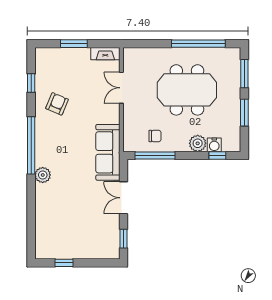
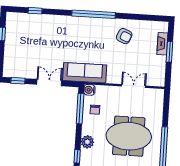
fireplace: (105, 54) -> (162, 44), moved
window: (31, 83) -> (35, 11), moved
meeting table: (187, 90) -> (129, 136), turned 90
water cooler: (214, 145) -> (89, 90), moved
plant: (43, 175) -> (70, 22), removed

